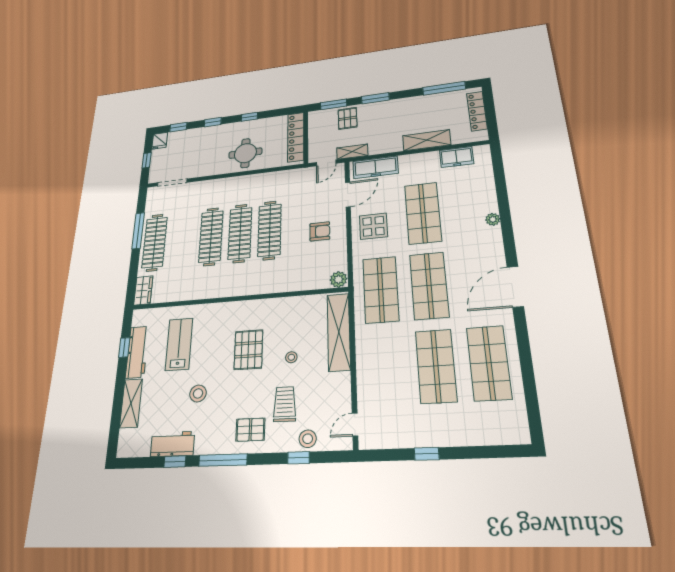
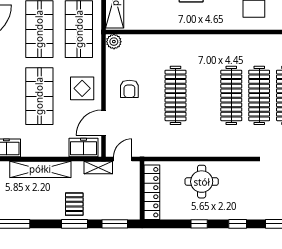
pallet: (348, 118) -> (74, 204), moved
shelving: (427, 140) -> (40, 169), width x1.47
freezer: (375, 167) -> (83, 147), width x0.71
armchair: (320, 231) -> (129, 89), turned -90
clothes rail: (240, 233) -> (259, 95), moved

